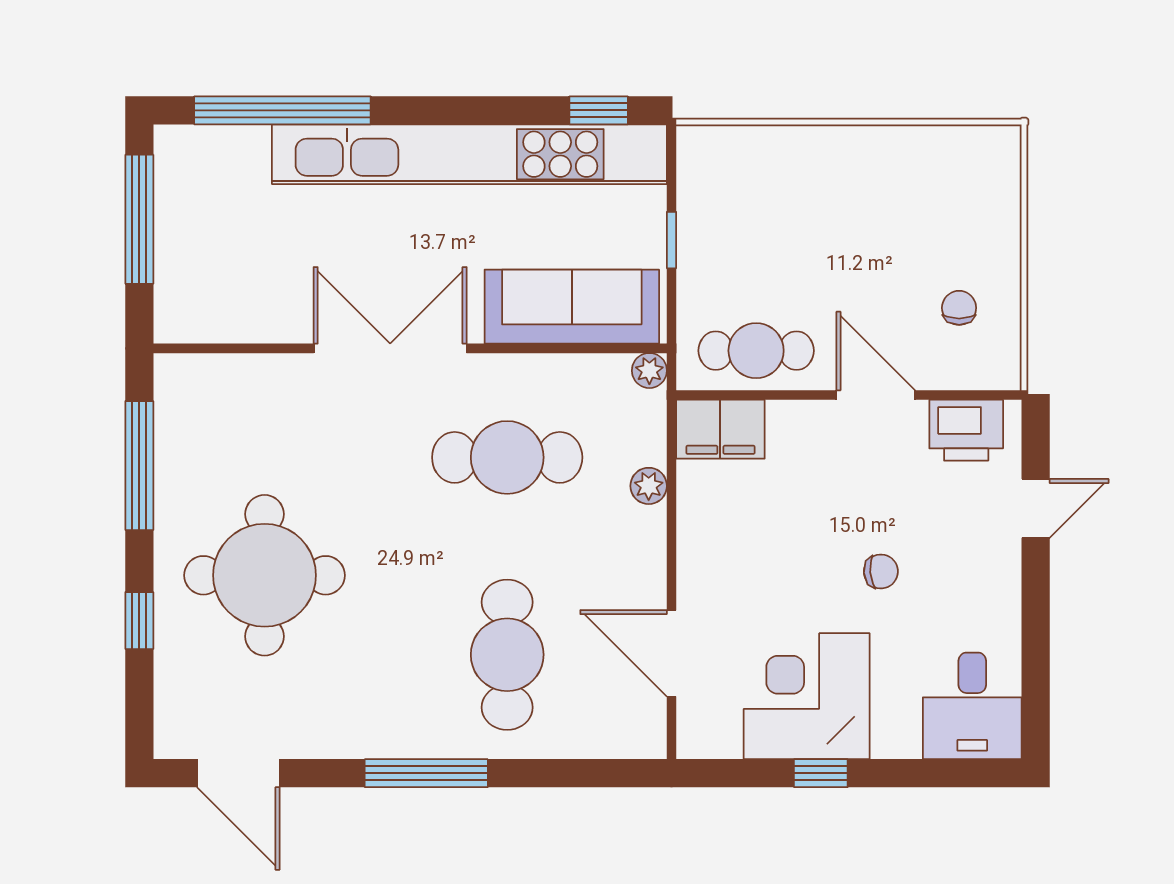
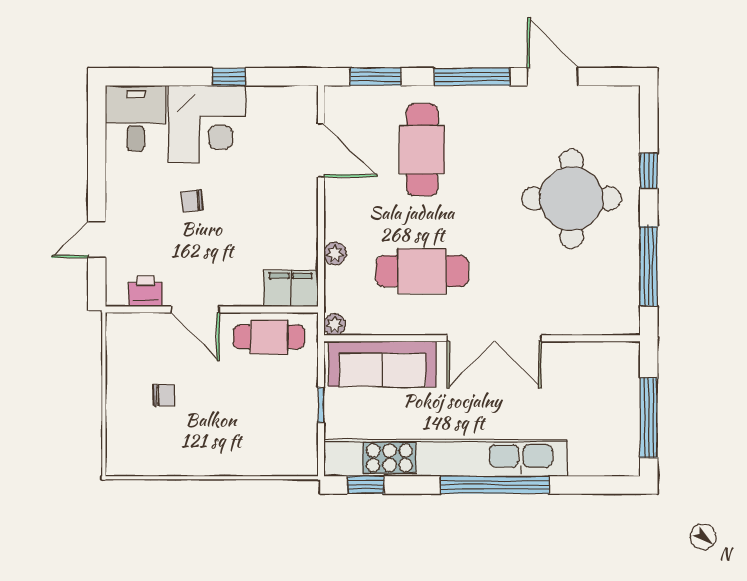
window: (282, 110) -> (495, 485), moved
chair: (959, 308) -> (164, 395), moved, turned -90
printer: (966, 430) -> (145, 291), width x0.73, depth x0.81
corner desk: (807, 696) -> (207, 124), moved
door: (238, 773) -> (553, 77), moved
window: (583, 773) -> (376, 77), added

